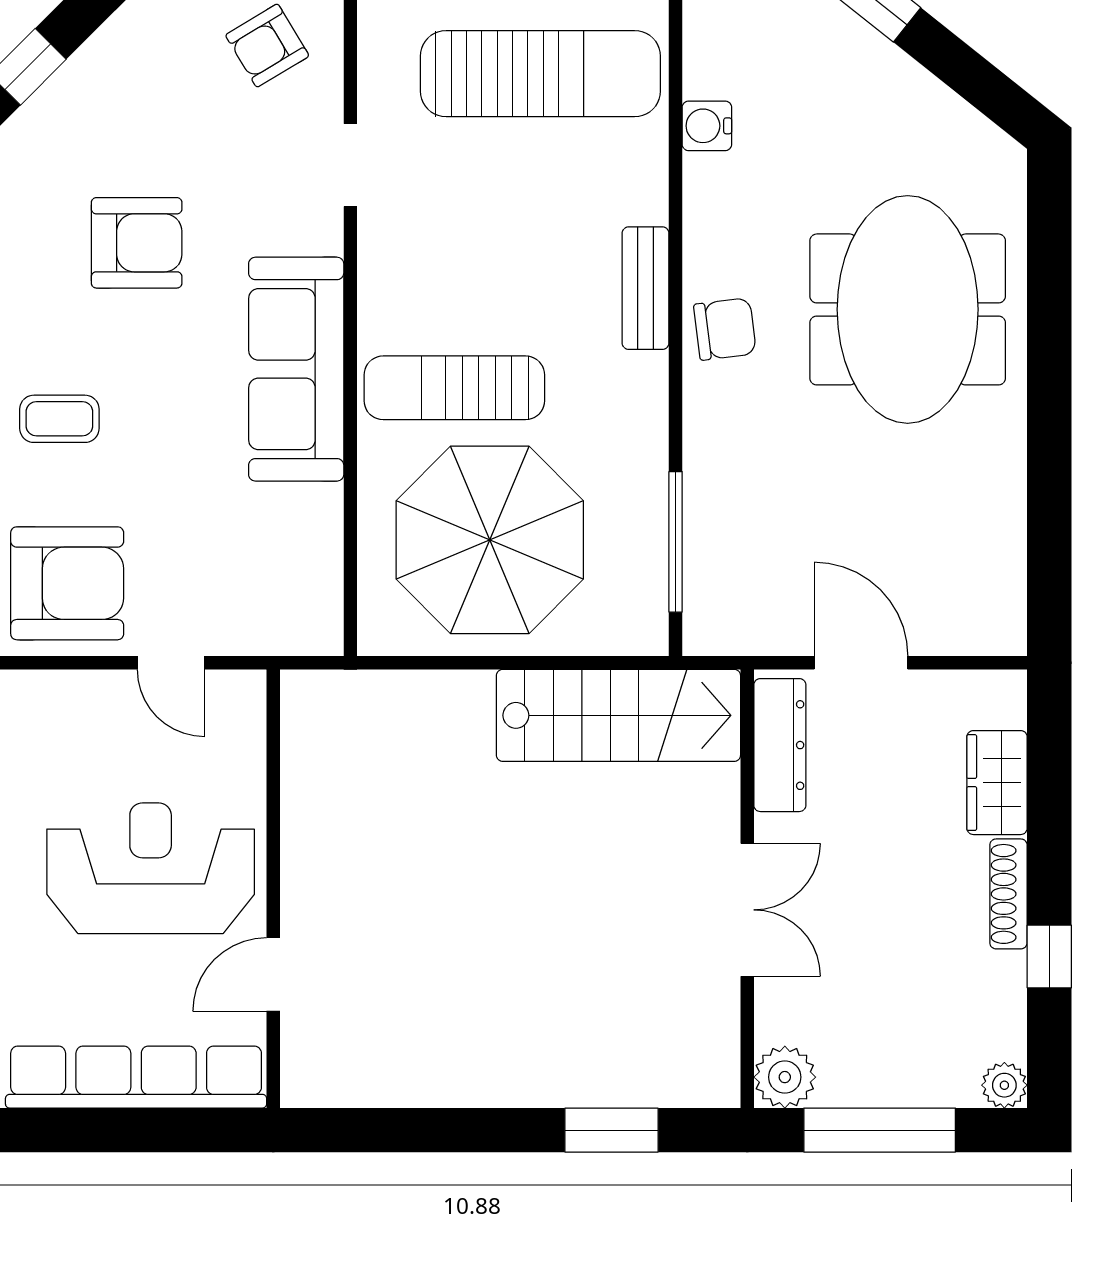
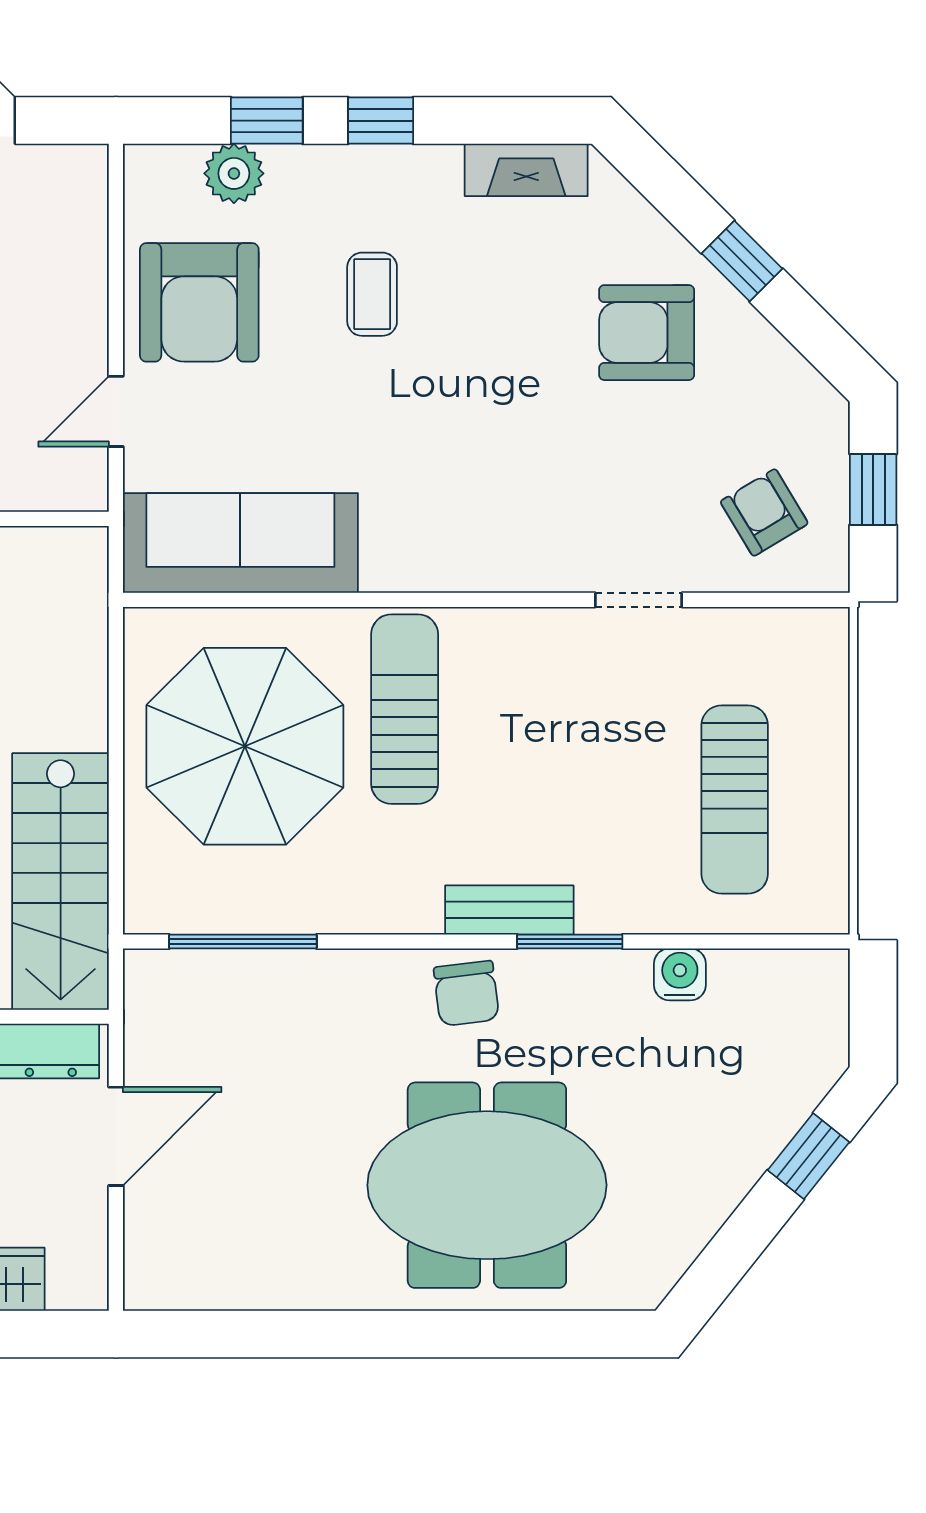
sun lounger: (540, 74) -> (735, 799), width x0.73, depth x0.75
window: (676, 231) -> (570, 941), added
armchair: (137, 243) -> (647, 333), moved, turned 90
sofa: (296, 369) -> (240, 543), moved

